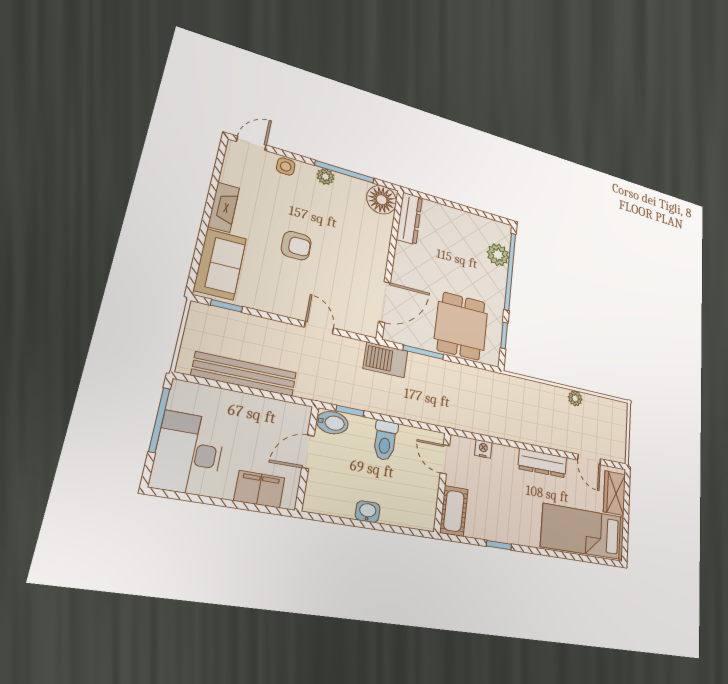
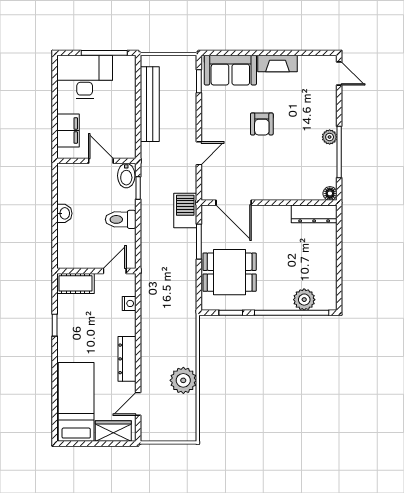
side table: (286, 166) -> (328, 104), removed
floor lamp: (382, 200) -> (330, 193), width x0.53, depth x0.53
plant: (575, 398) -> (183, 380), width x1.88, depth x1.88

